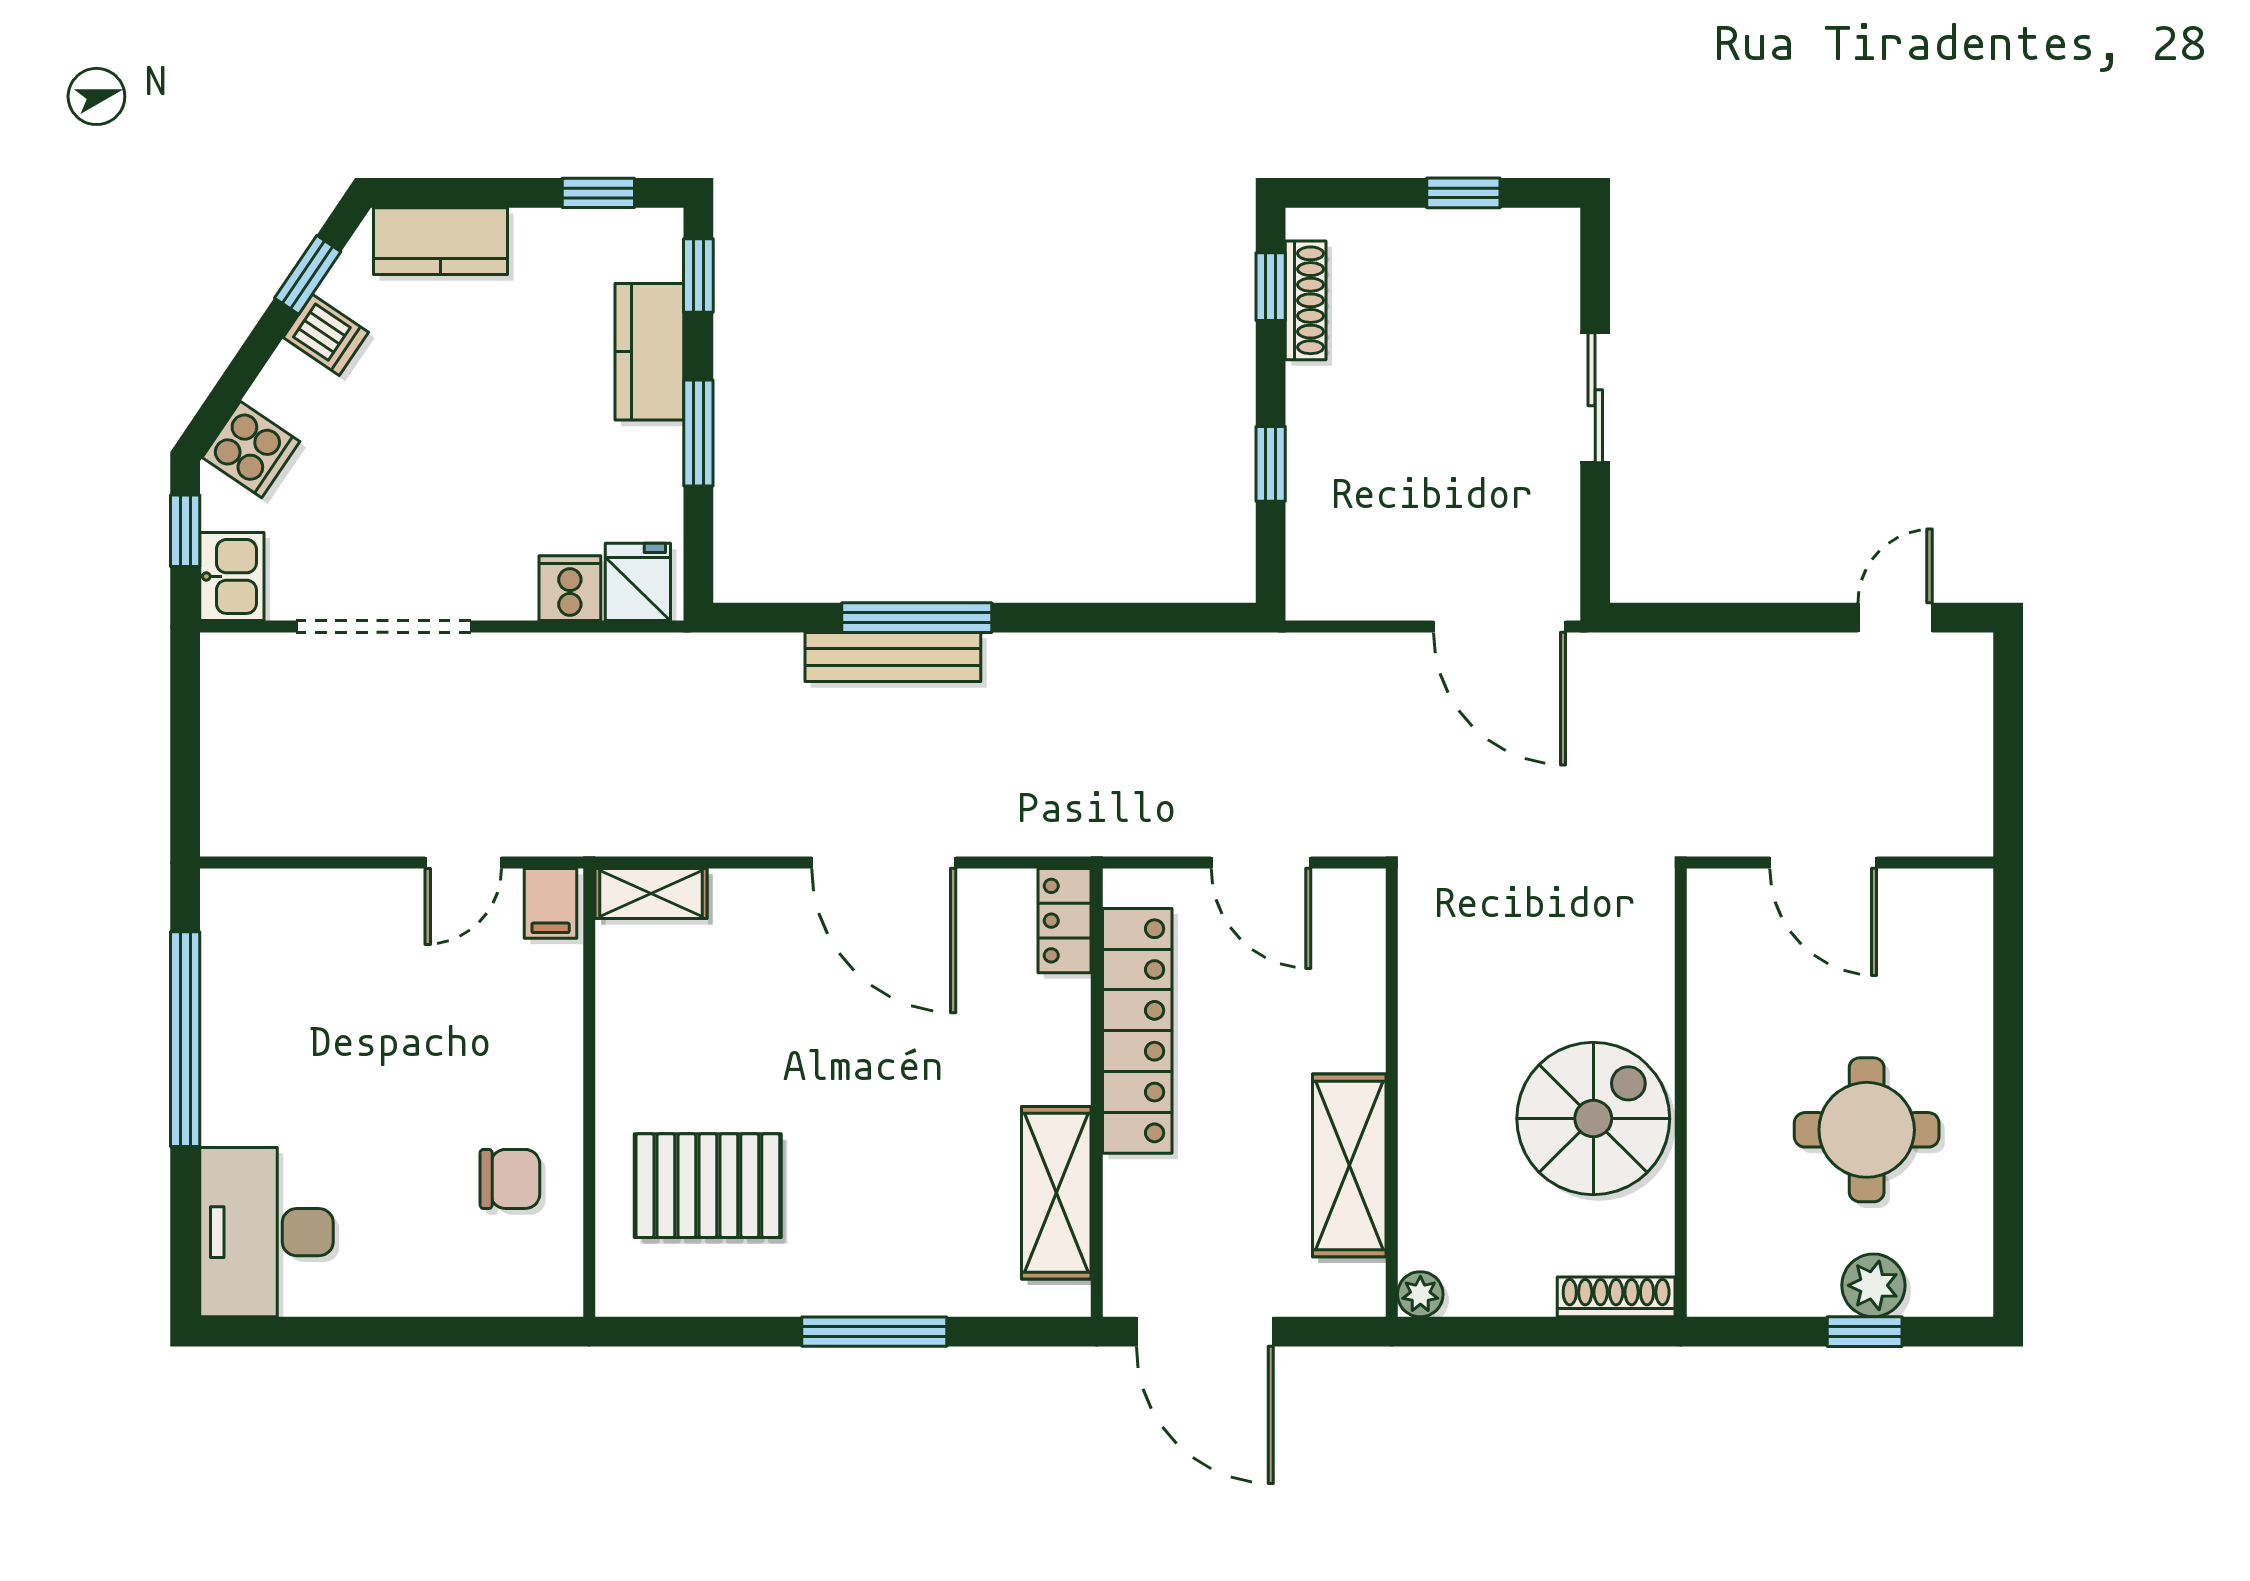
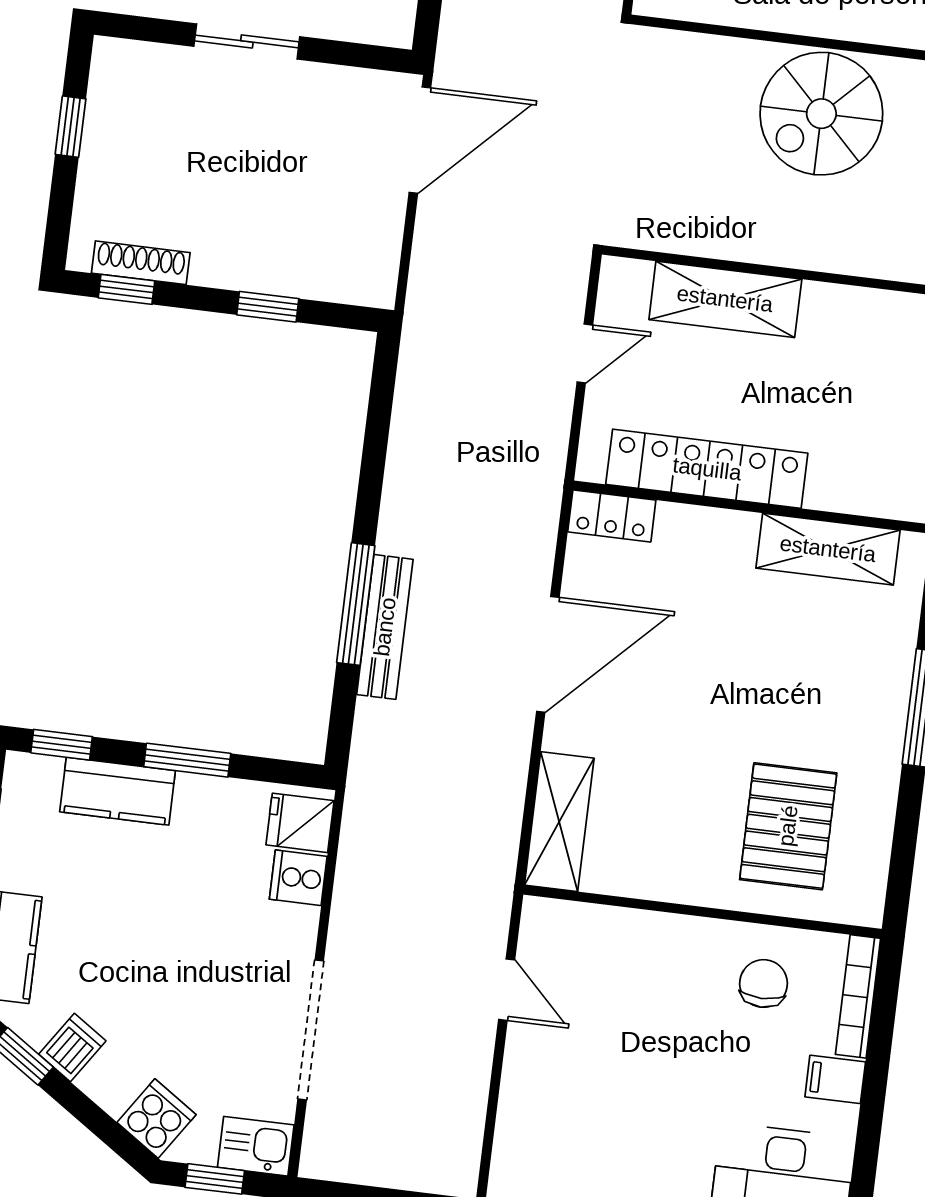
door: (1261, 863) -> (585, 353), width x0.73
shelving: (651, 894) -> (559, 822), width x1.50, depth x1.33
filing cabinet: (551, 903) -> (835, 1079), moved, turned 180
spiral stairs: (1593, 1119) -> (821, 114), turned -90
shelving: (1349, 1165) -> (725, 299), moved
bookcase: (508, 1298) -> (858, 996), added

